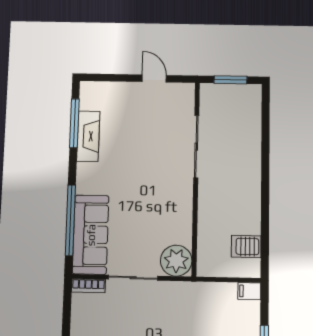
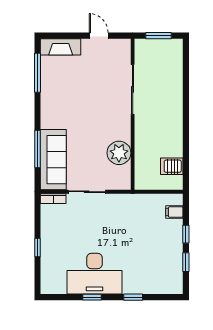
fireplace: (88, 136) -> (61, 47), moved, turned 90
window: (70, 220) -> (38, 149), width x0.68
plant: (176, 261) -> (119, 153), moved
filing cabinet: (249, 291) -> (174, 212), moved

